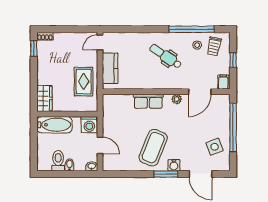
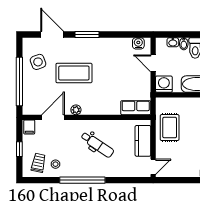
window: (192, 29) -> (82, 180), moved
dental chair: (166, 56) -> (97, 145), moved
row of seats: (148, 101) -> (136, 108), moved
coffee table: (153, 148) -> (74, 73), moved, turned 68
water cooler: (174, 165) -> (138, 43), moved
washbasin: (92, 166) -> (173, 42), moved

